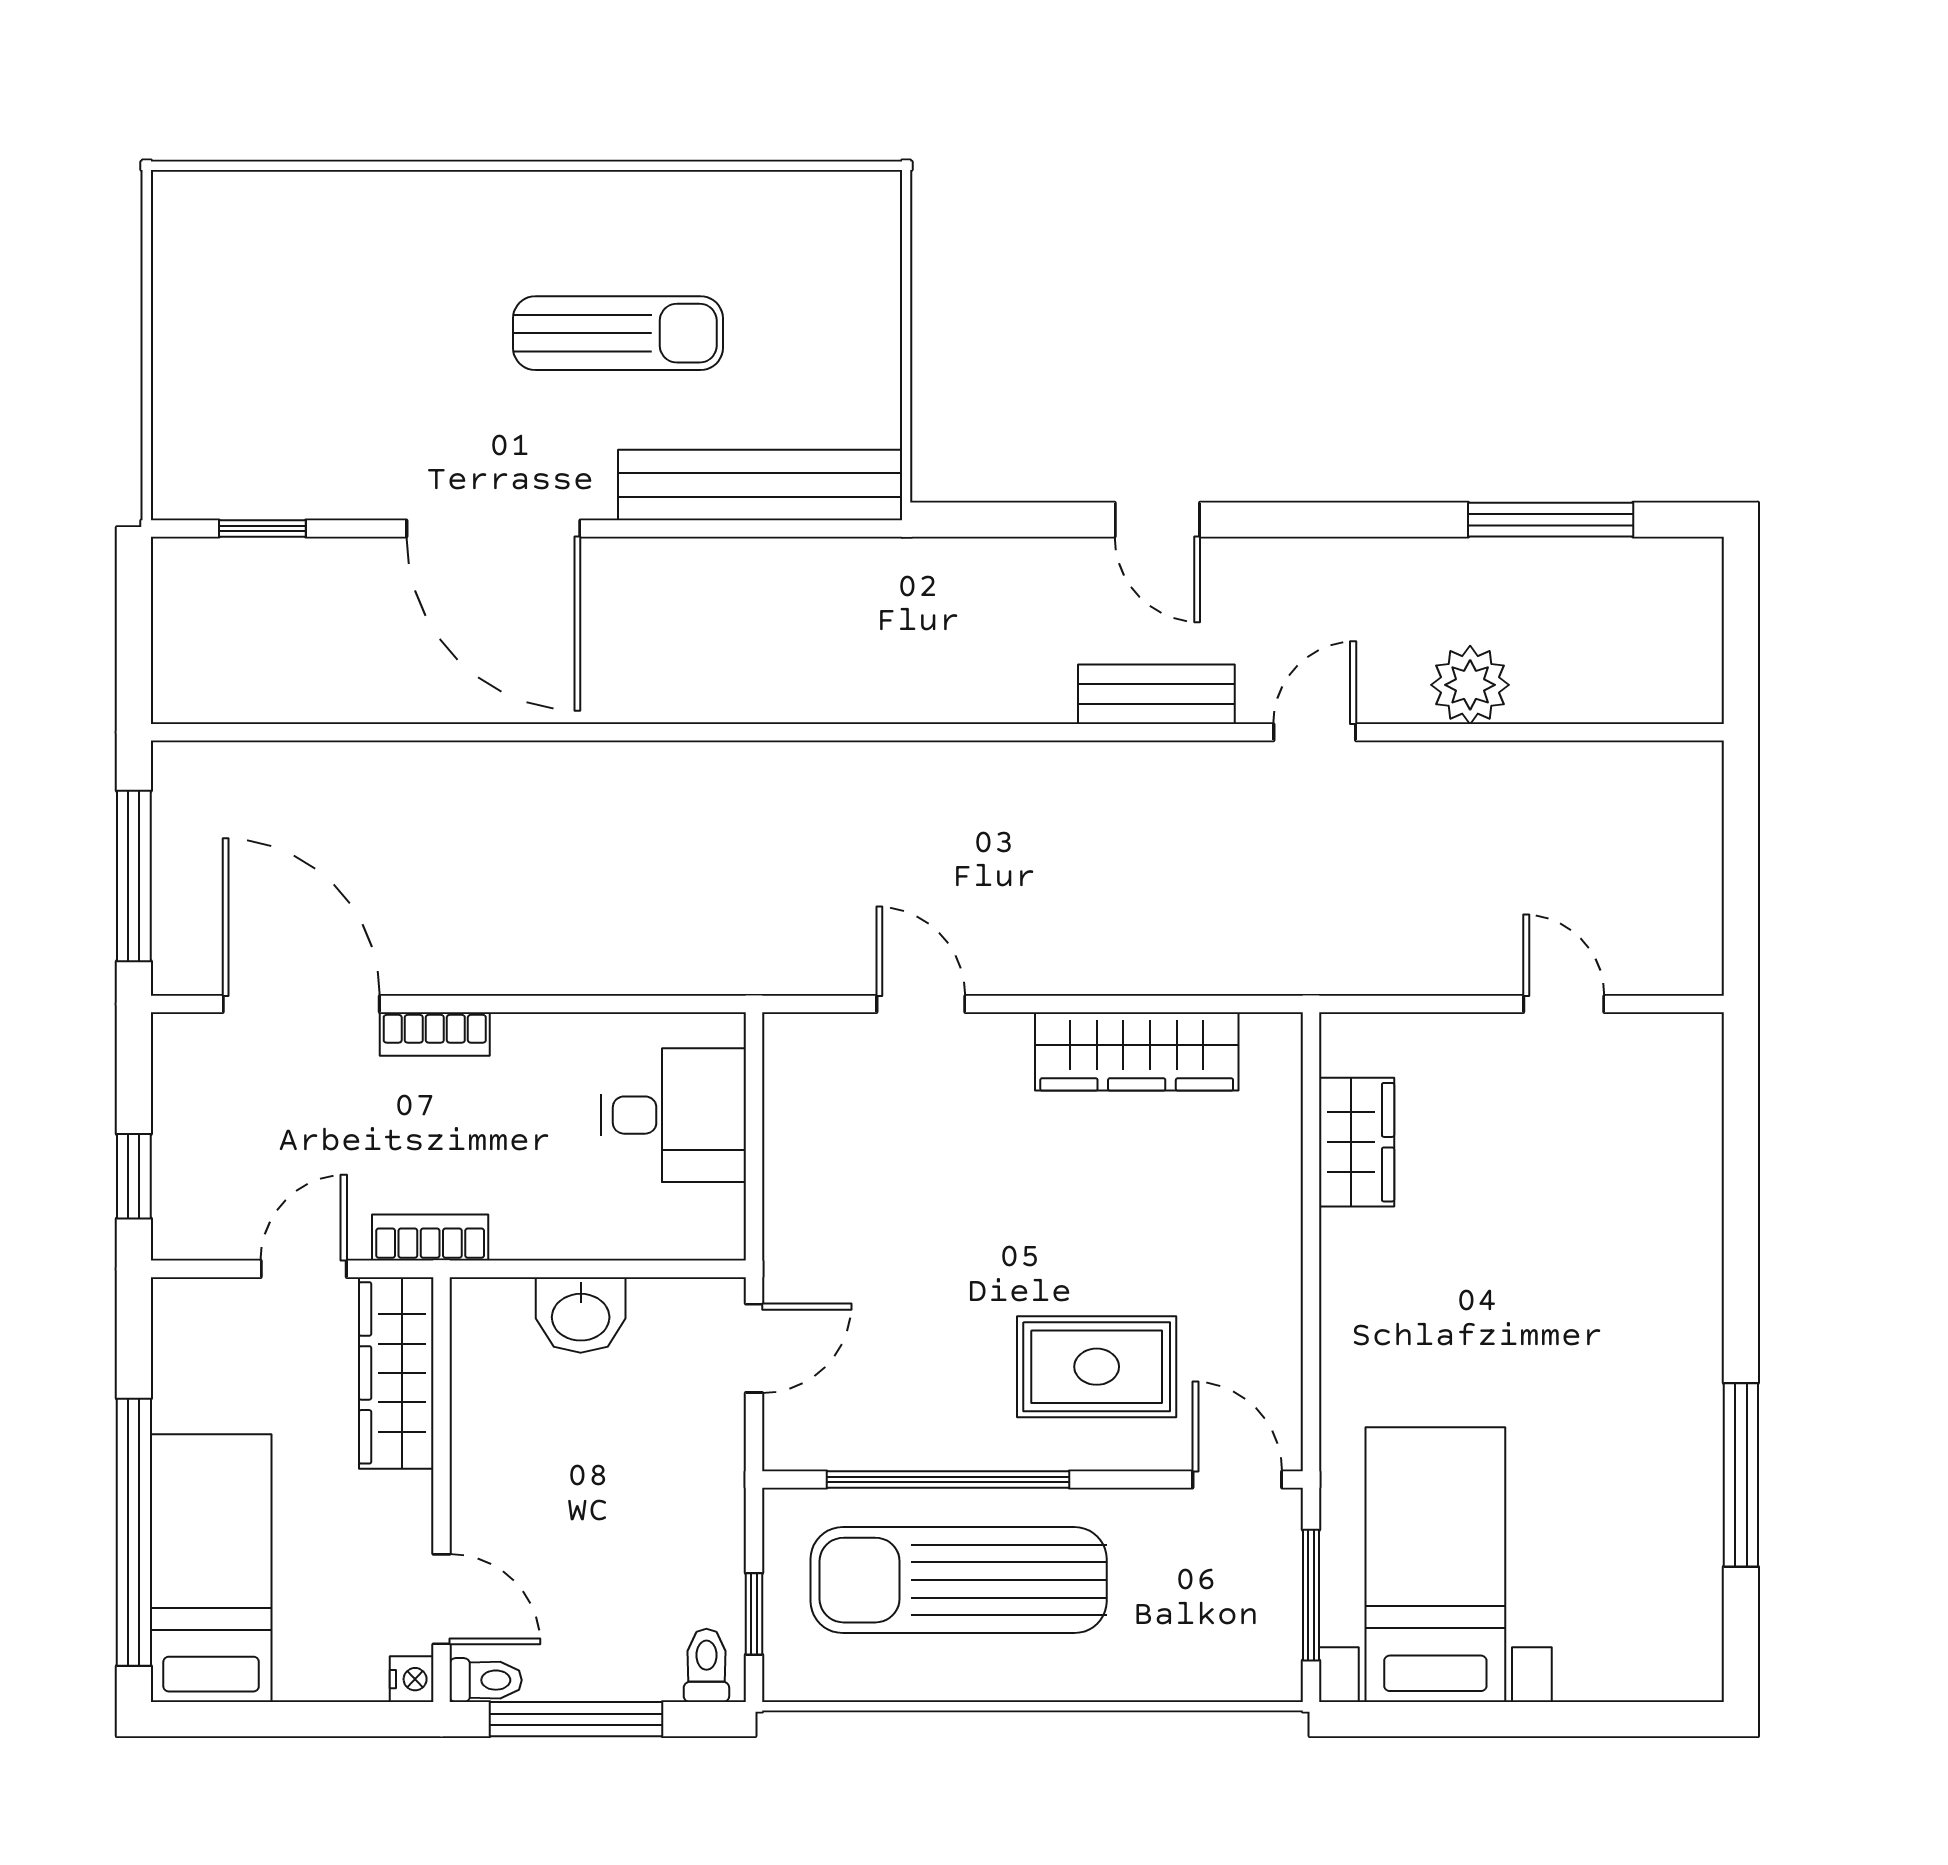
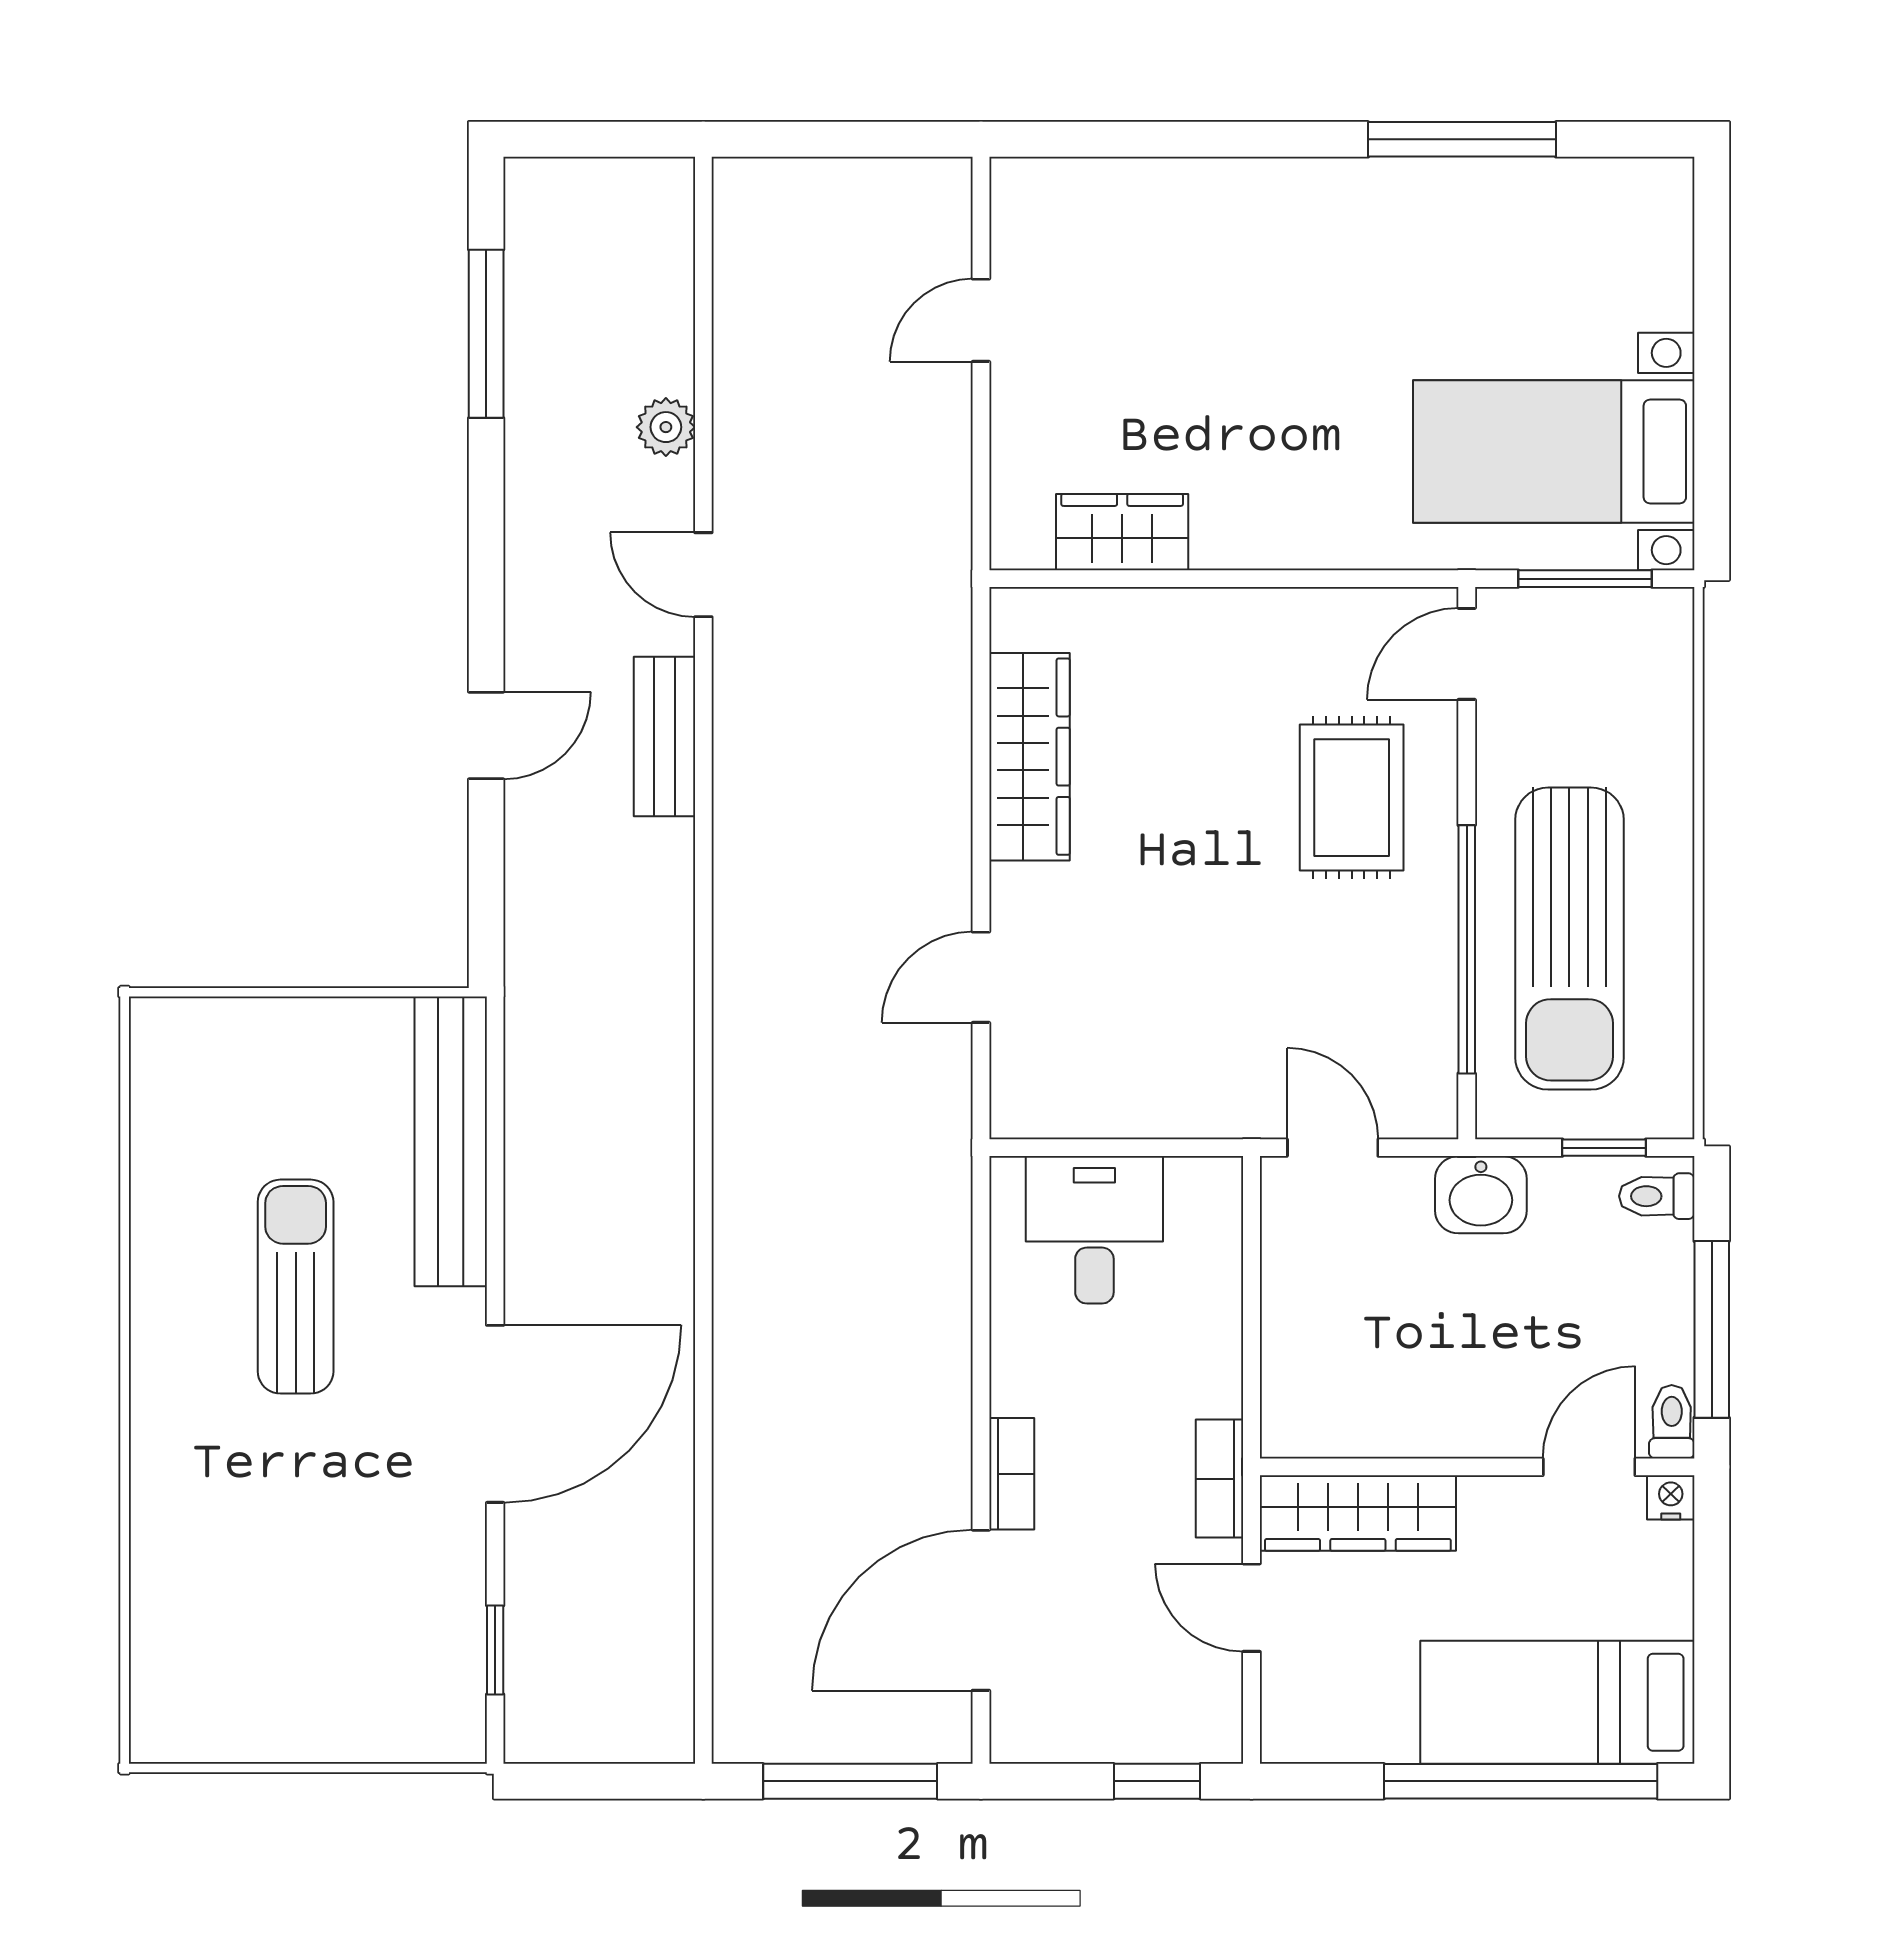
plant: (1470, 685) -> (666, 427), width x0.73, depth x0.73
washbasin: (581, 1315) -> (1481, 1195), moved, turned 90

